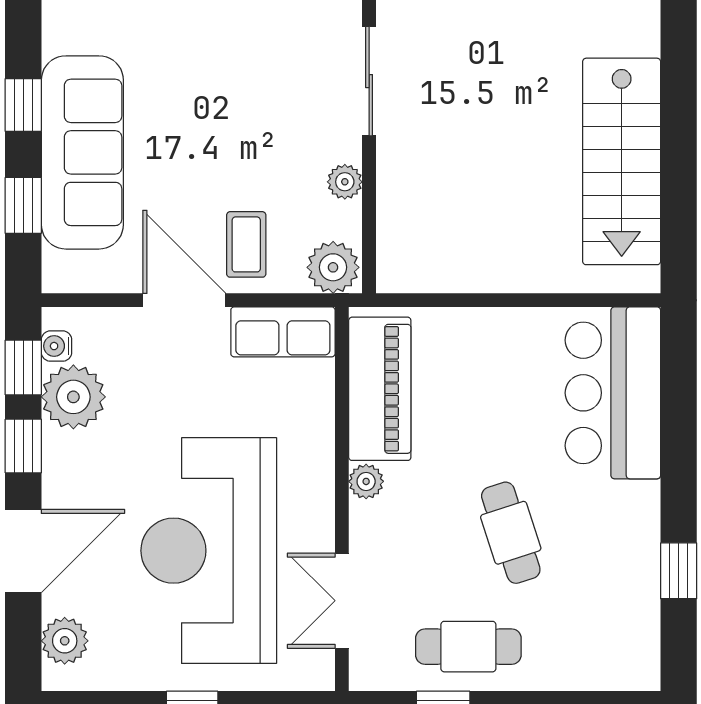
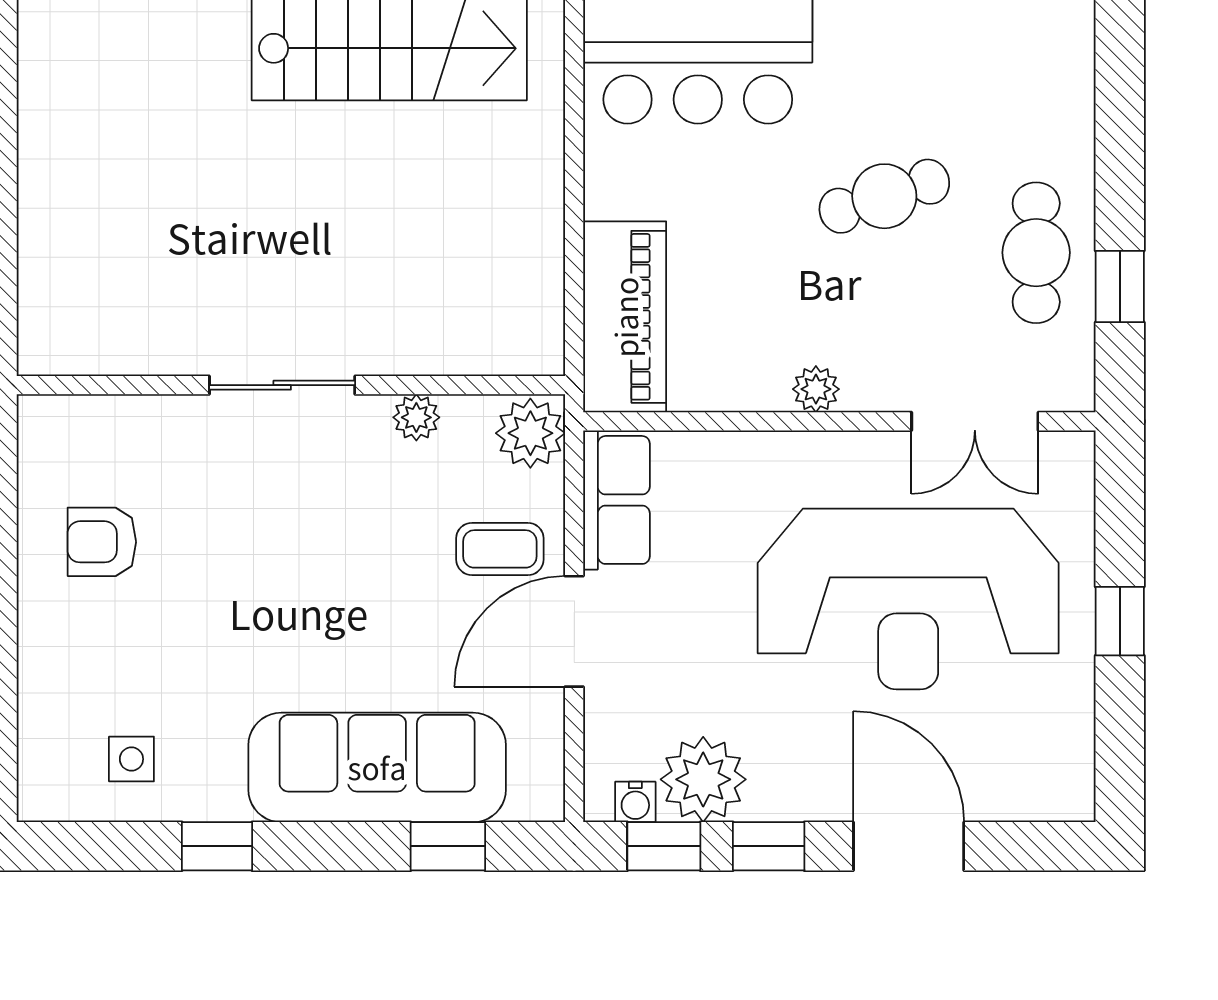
window: (23, 105) -> (217, 846), moved
piano: (380, 389) -> (625, 317), moved, turned 90
plant: (65, 641) -> (1028, 791), removed

